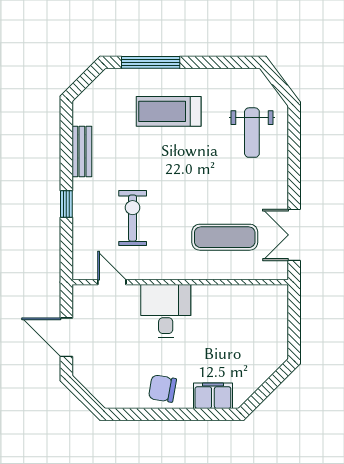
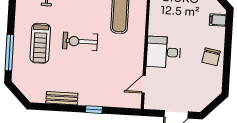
exercise bike: (133, 218) -> (80, 41), moved
filing cabinet: (213, 396) -> (218, 20), width x0.50

